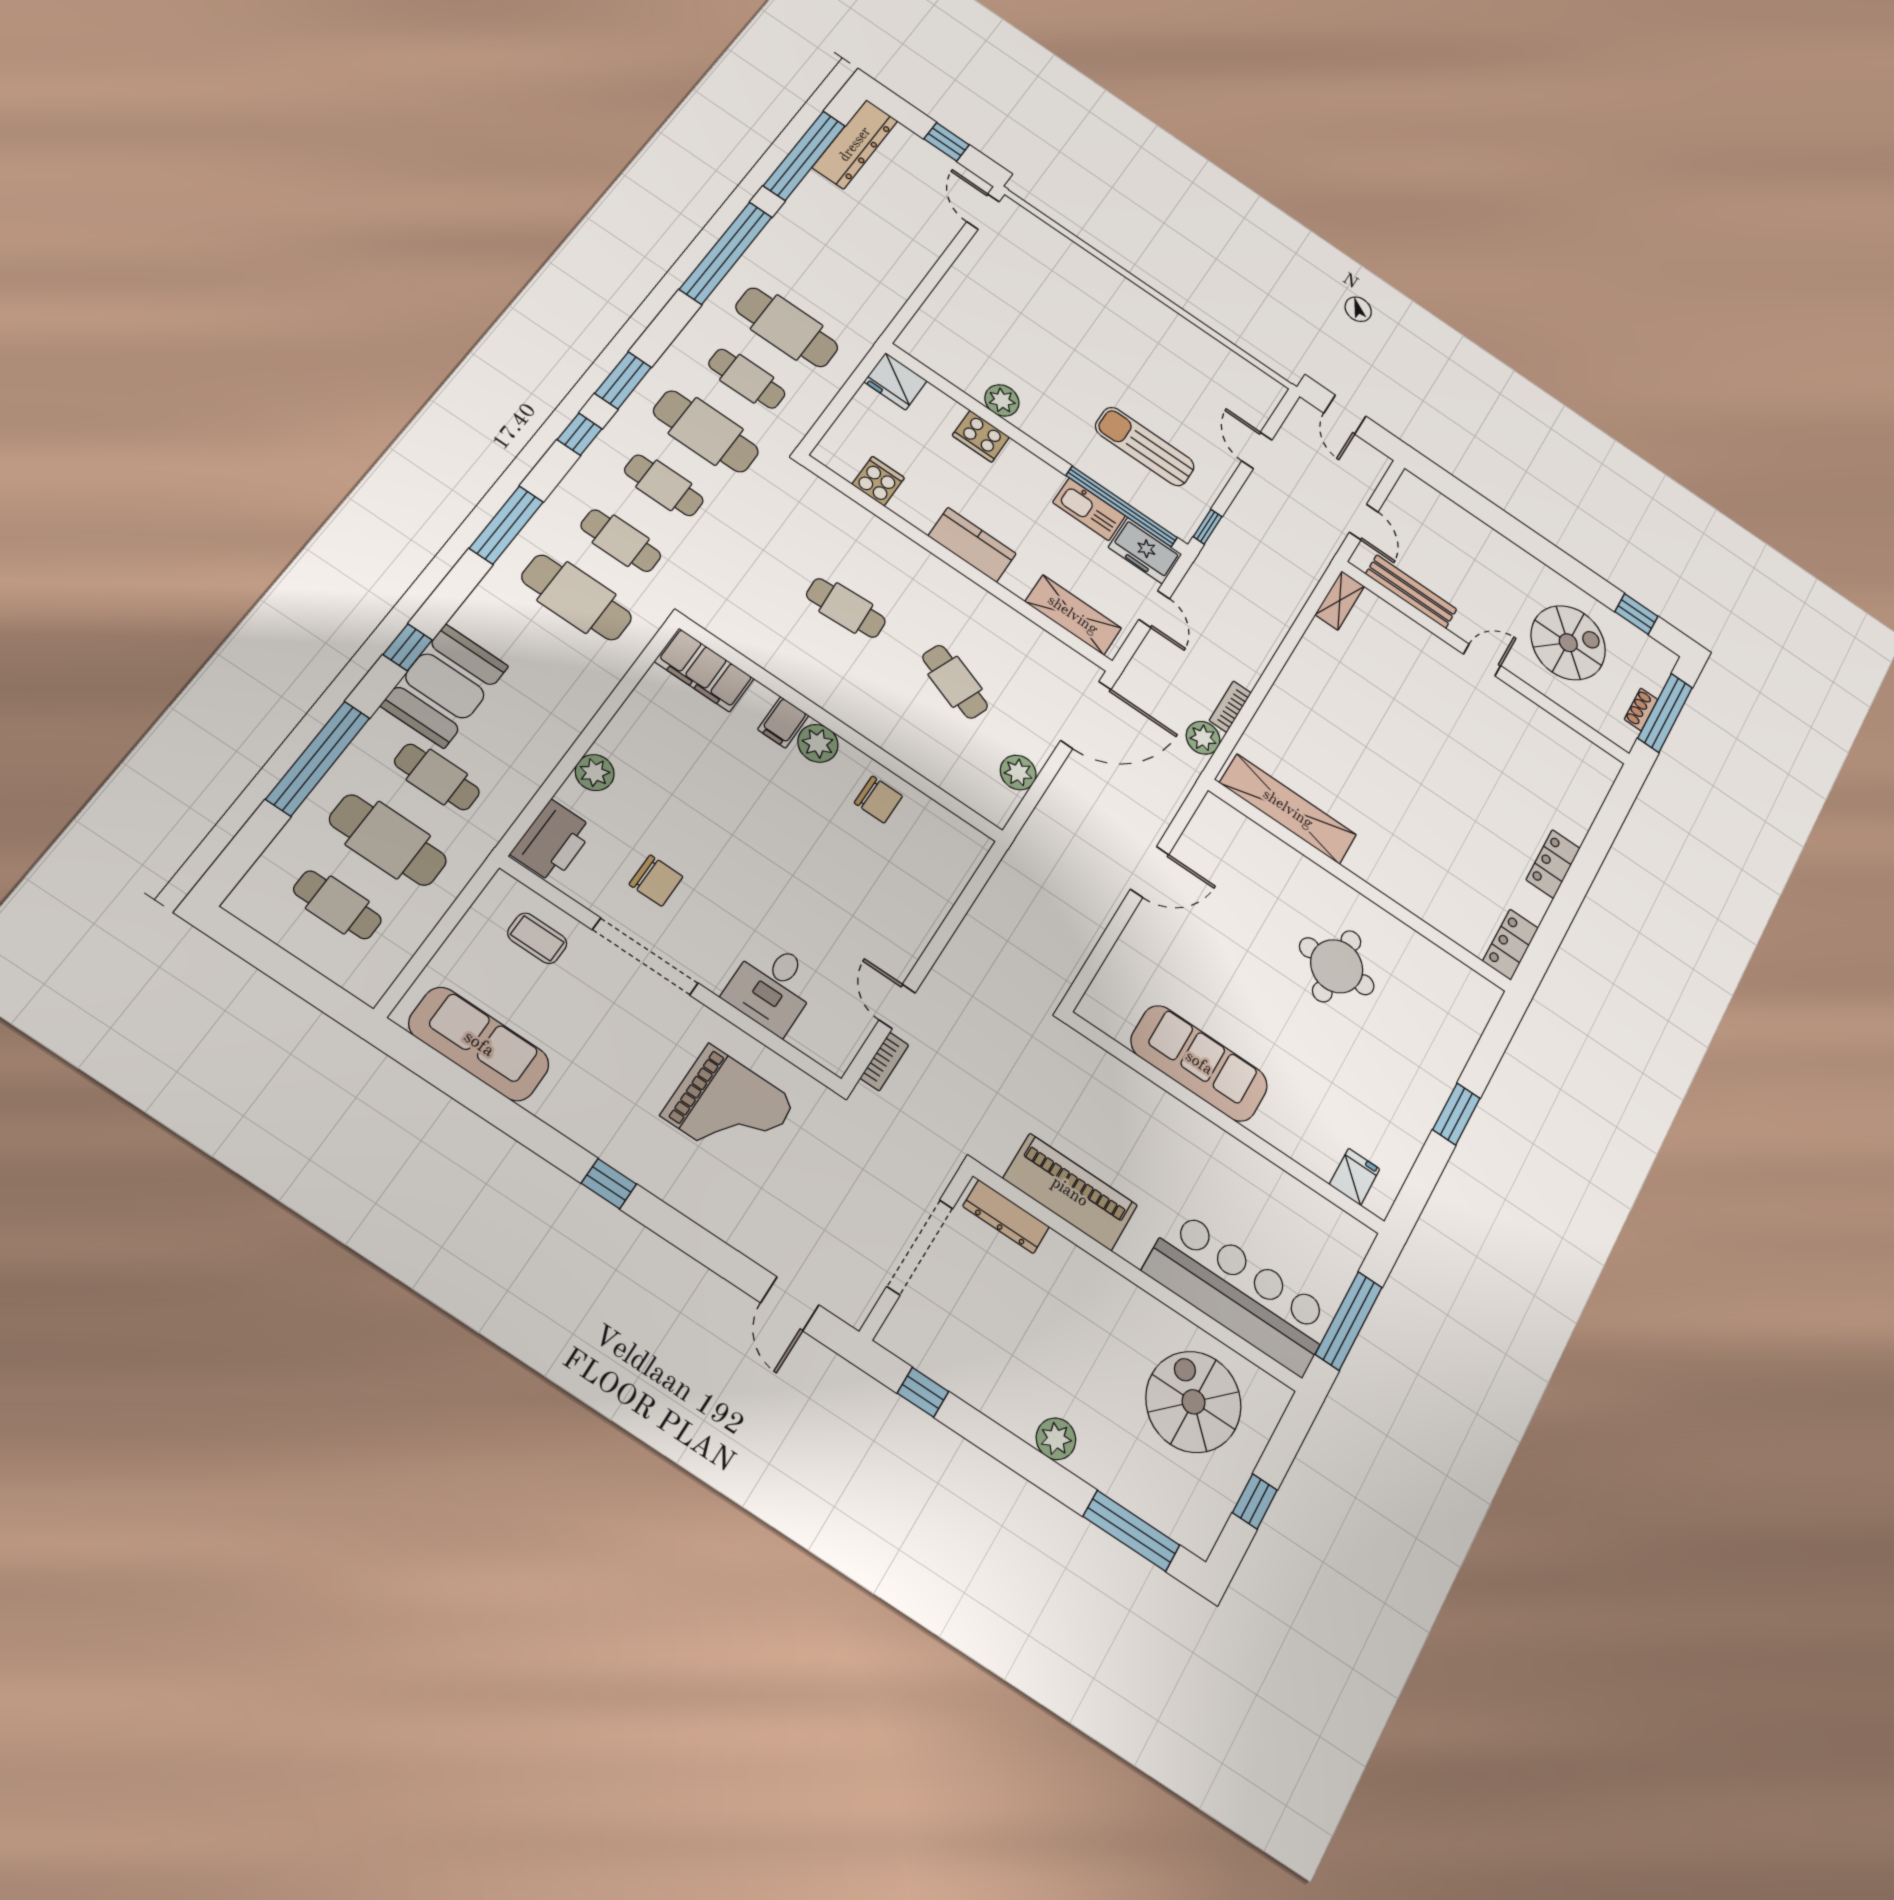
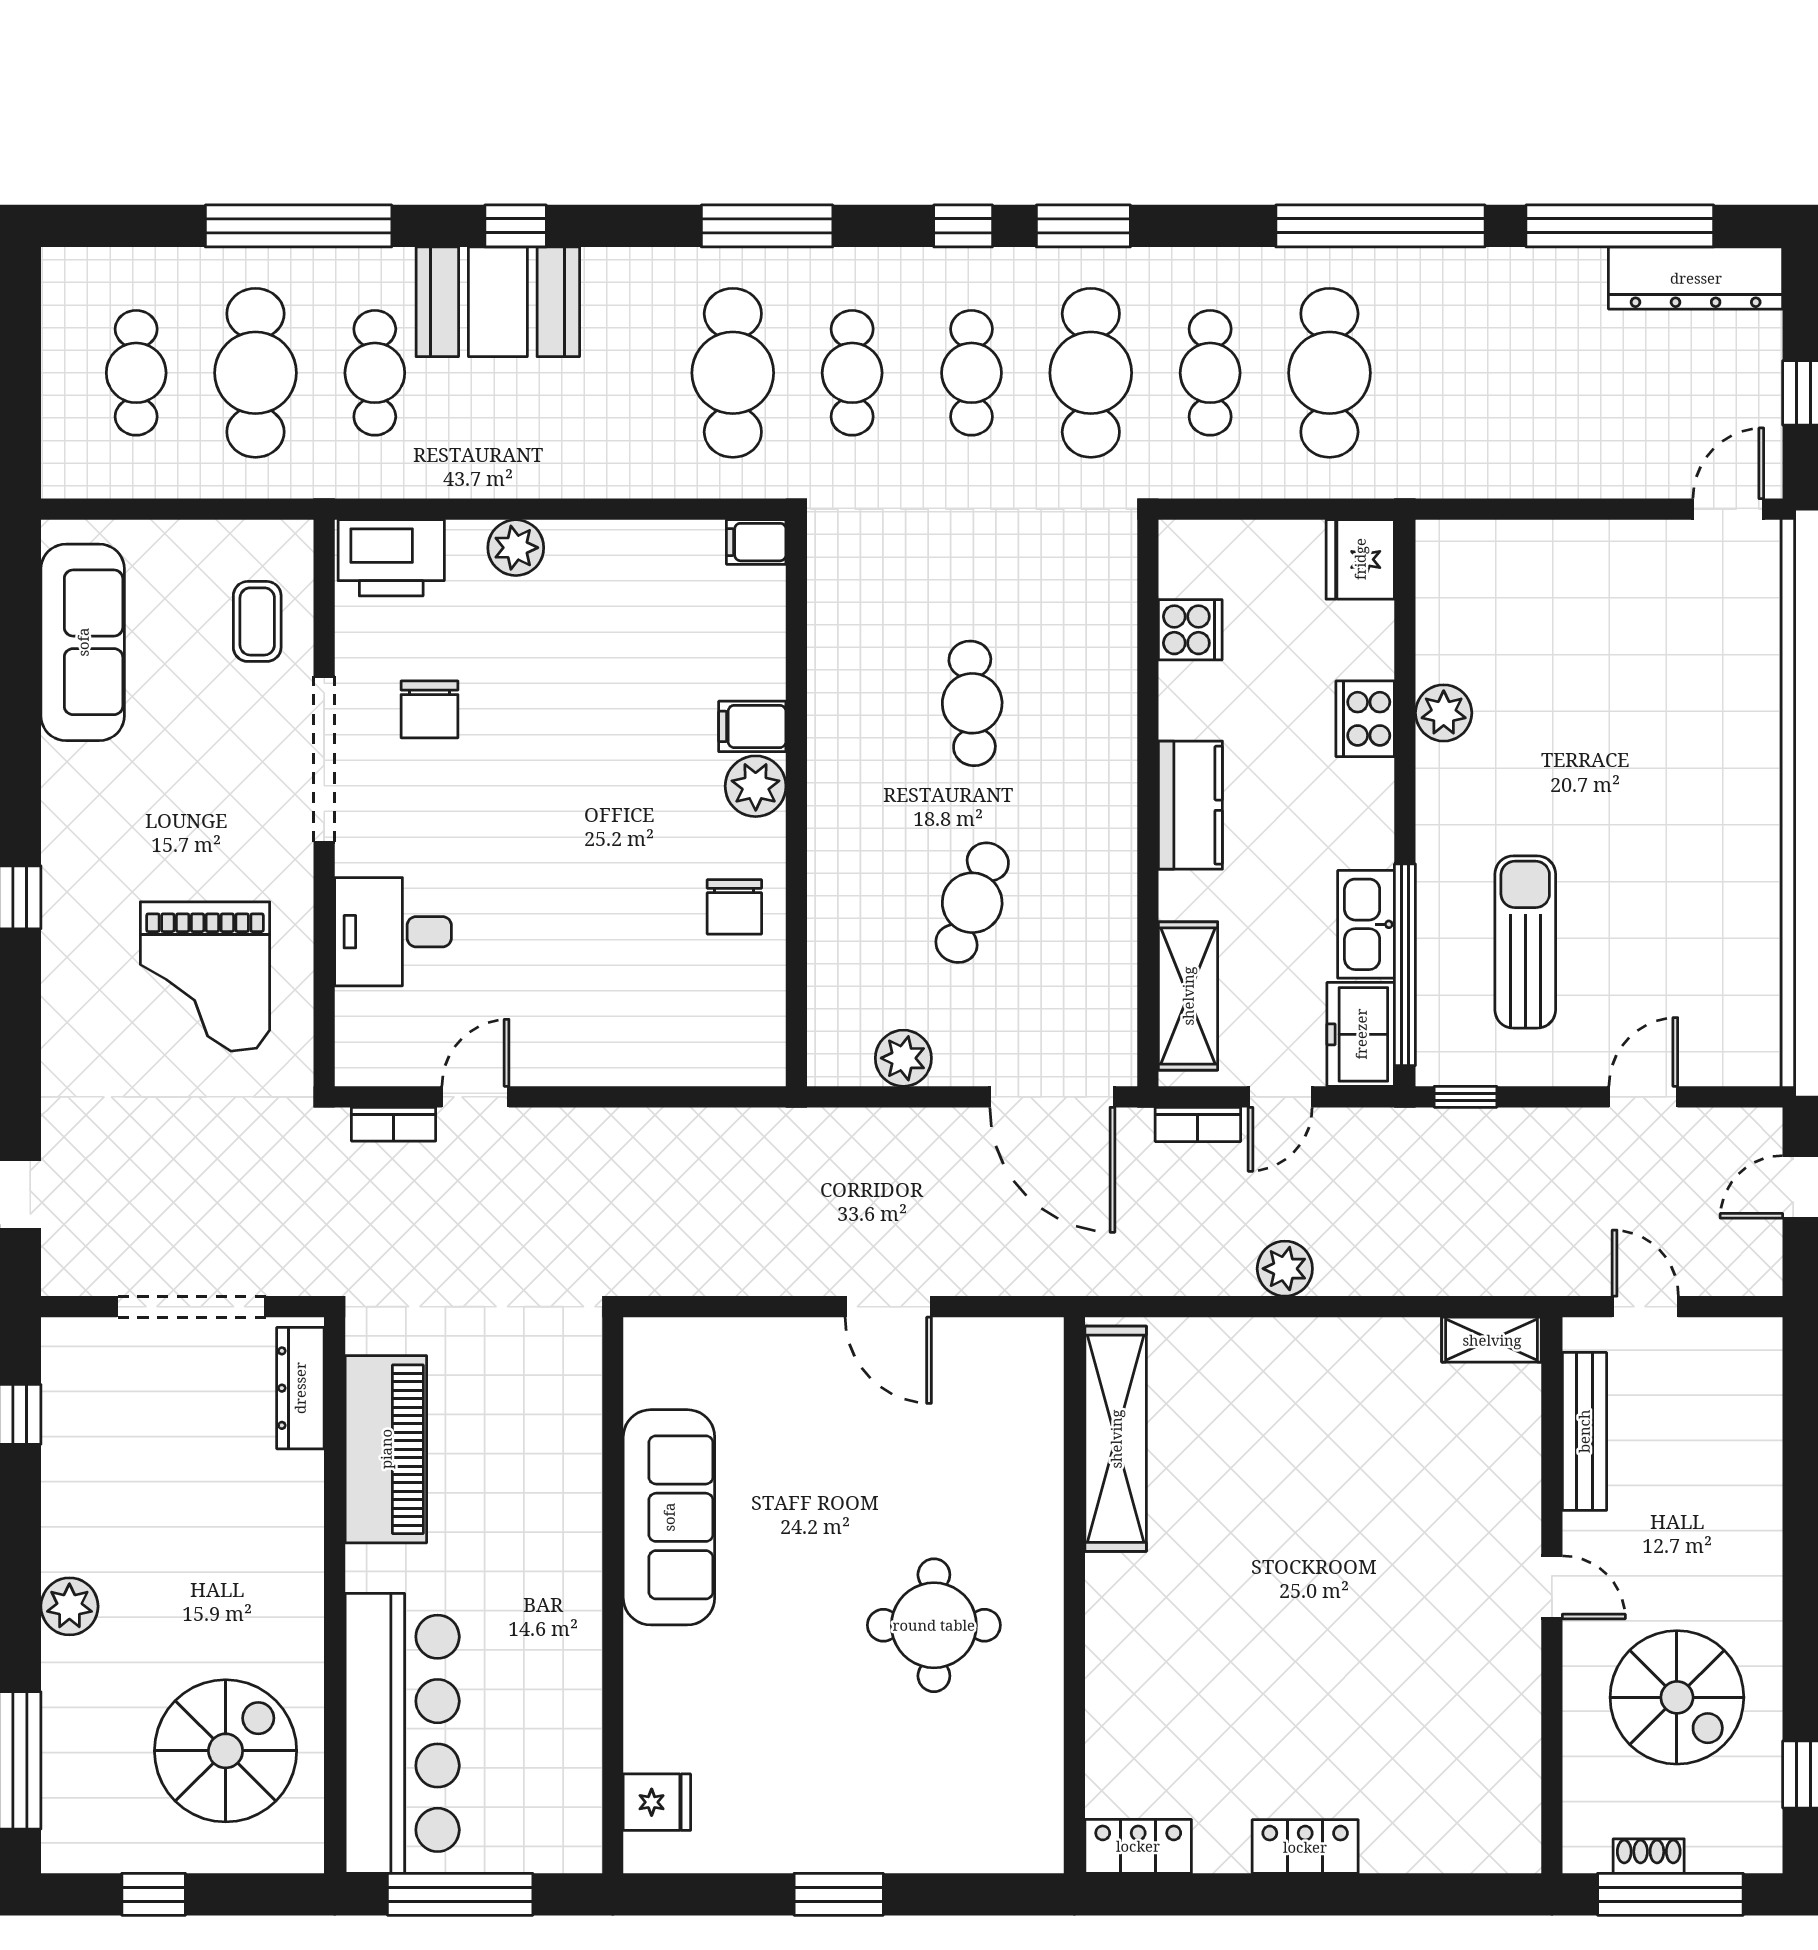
door: (1364, 522) -> (1645, 1307), swing flipped
filing cabinet: (704, 670) -> (756, 542), width x0.33, depth x0.86
bookcase: (1230, 707) -> (1198, 1124), moved, turned 180
plant: (1203, 738) -> (1285, 1269), moved

